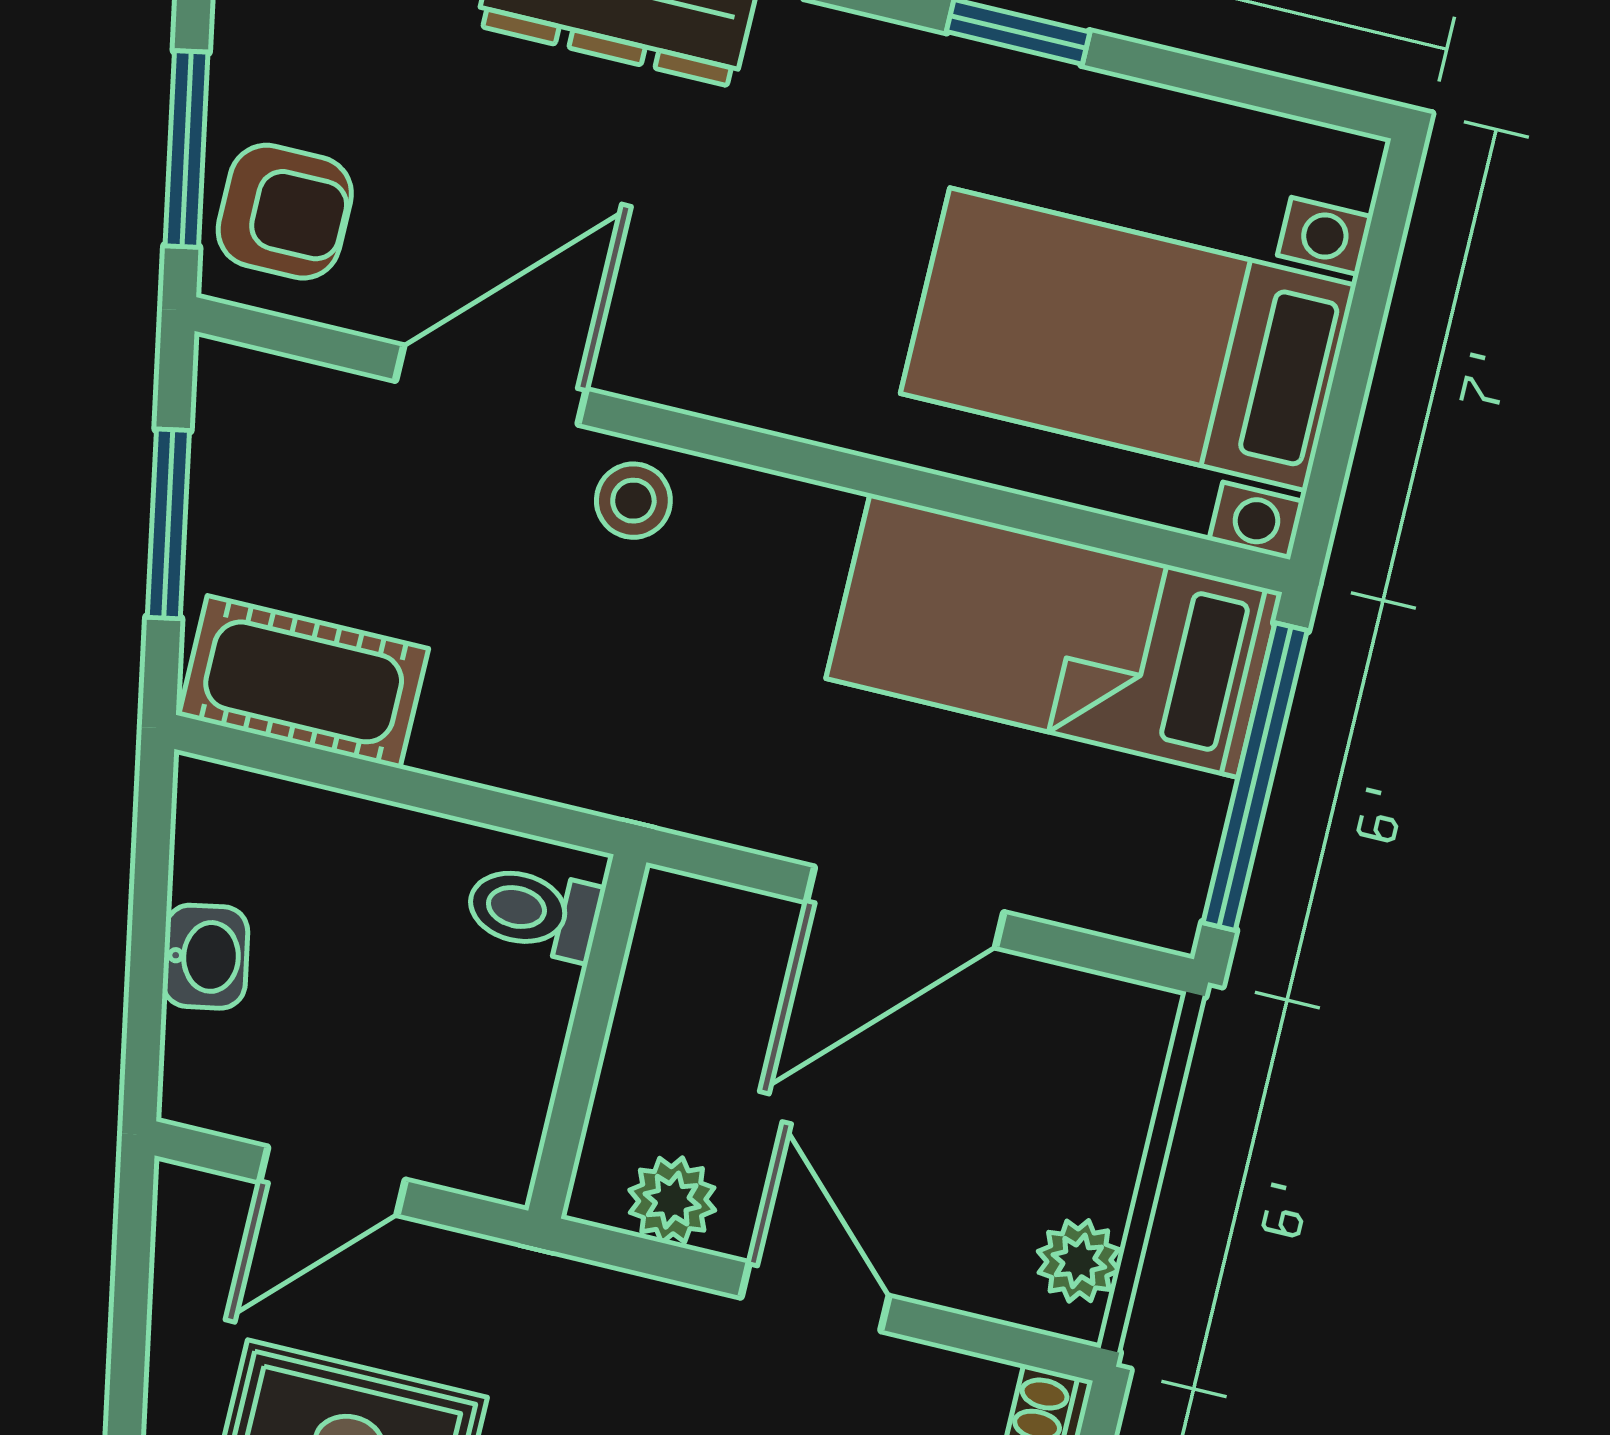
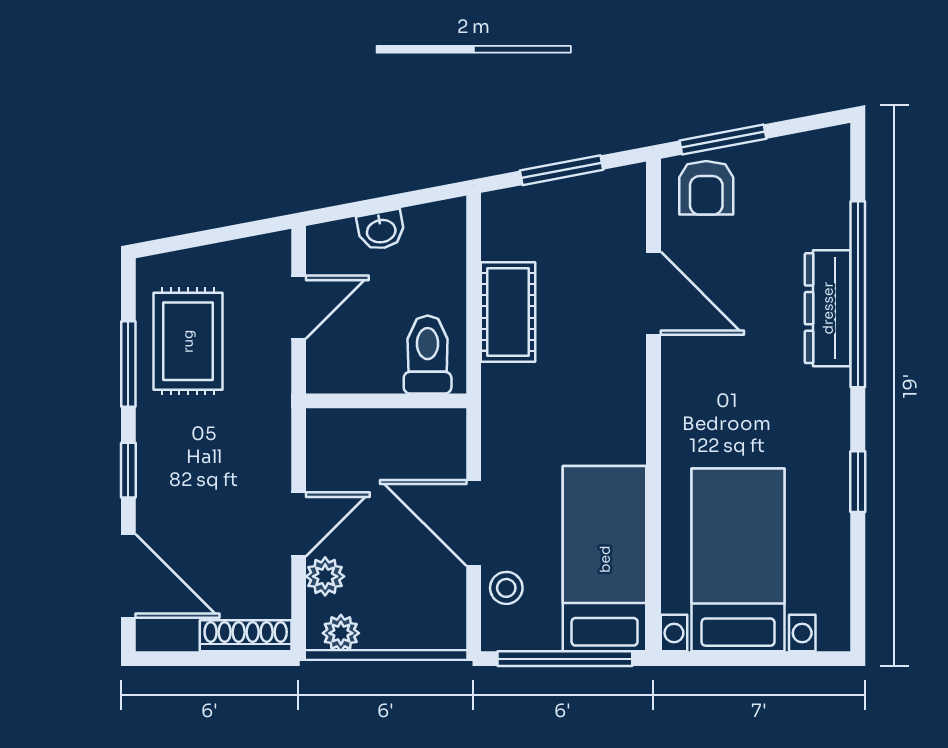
stool: (633, 501) -> (506, 588), moved
cot: (304, 682) -> (508, 312), moved
toilet: (534, 911) -> (428, 355), width x1.37, depth x1.39
door: (332, 1181) -> (299, 307), swing flipped
plant: (672, 1200) -> (325, 576), moved

